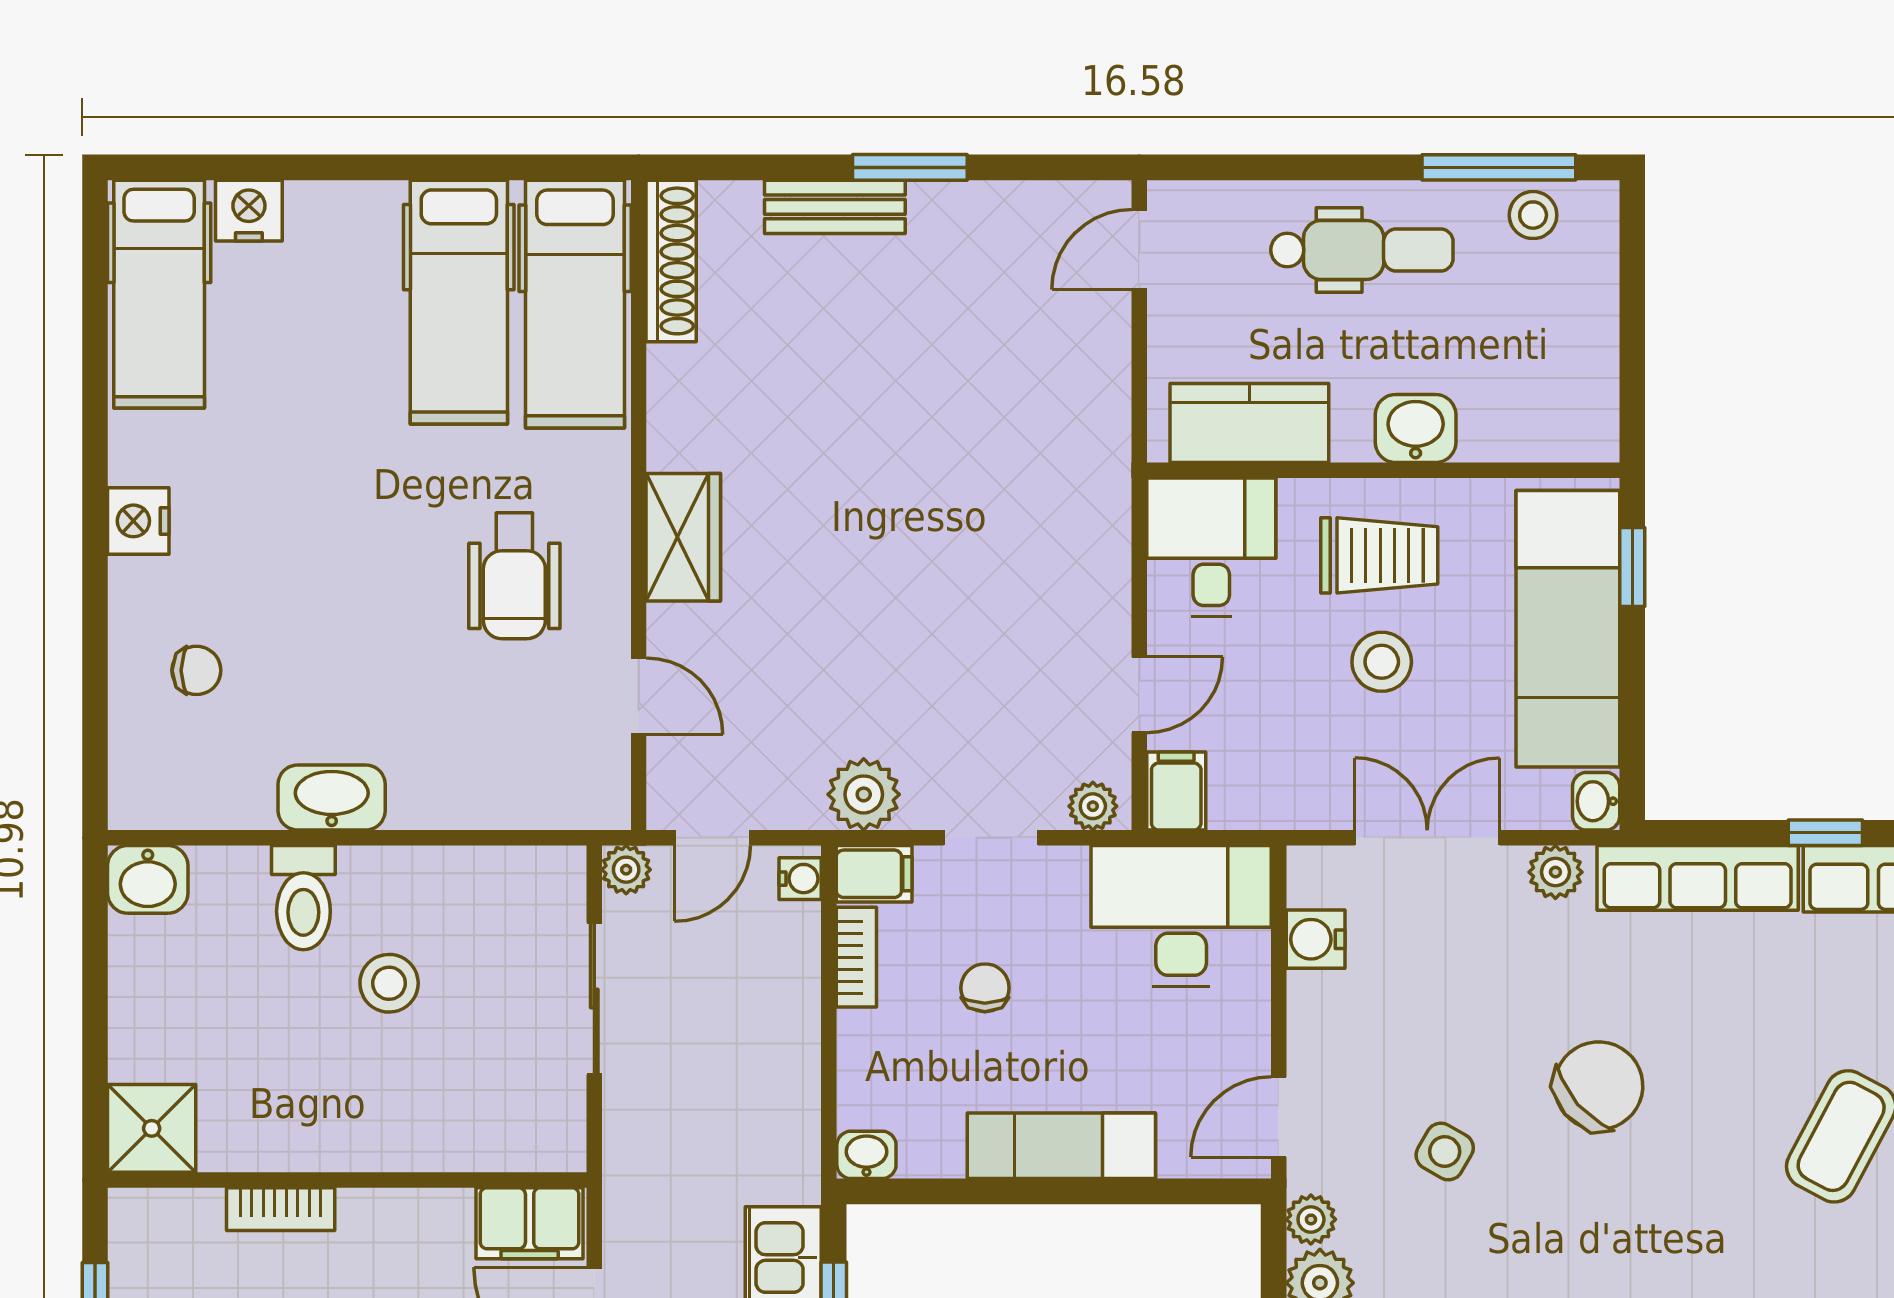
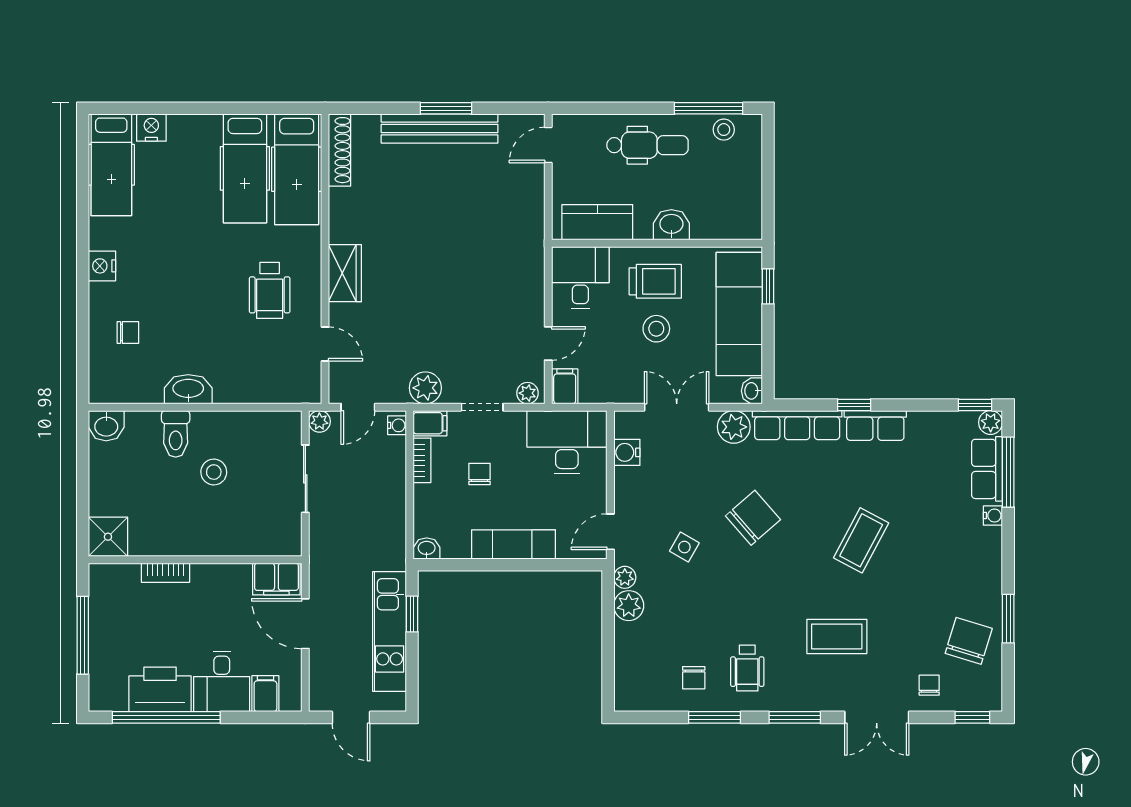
bench: (835, 207) -> (440, 128), width x1.86, depth x1.21
plant: (1555, 872) -> (734, 427), width x1.38, depth x1.38

